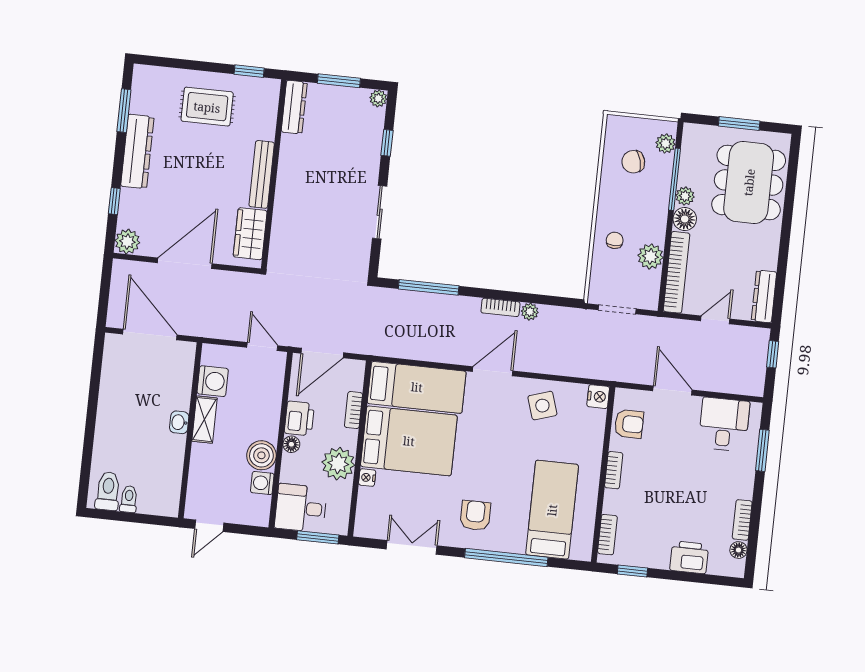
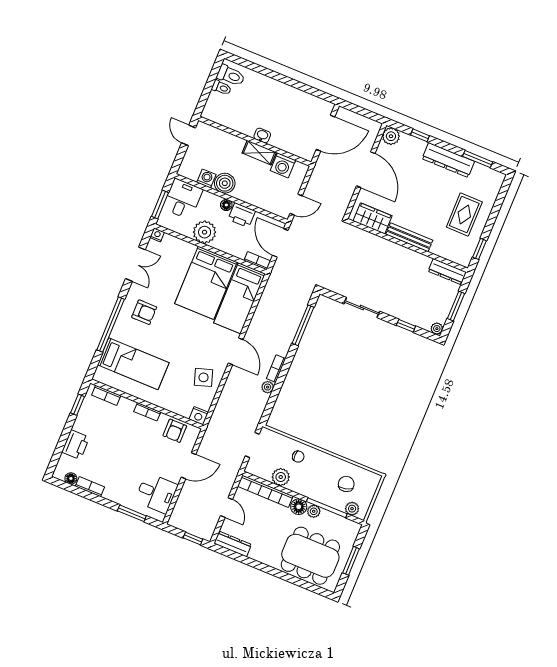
bookcase: (353, 410) -> (257, 261), moved
nightstand: (367, 478) -> (157, 235), moved

